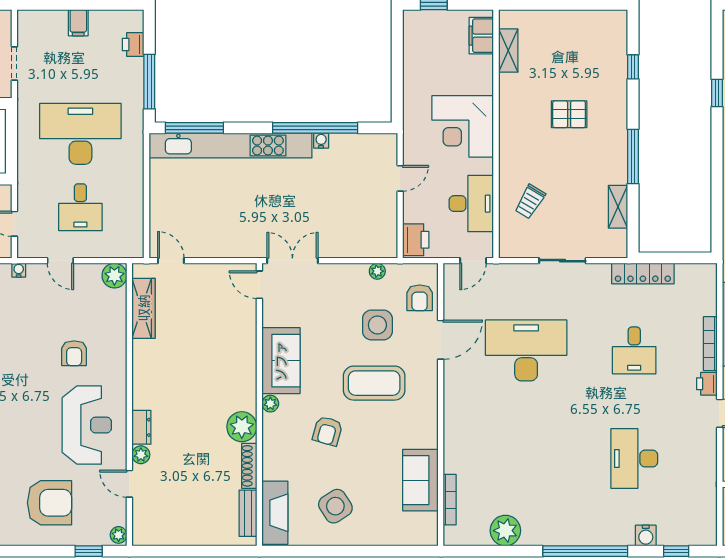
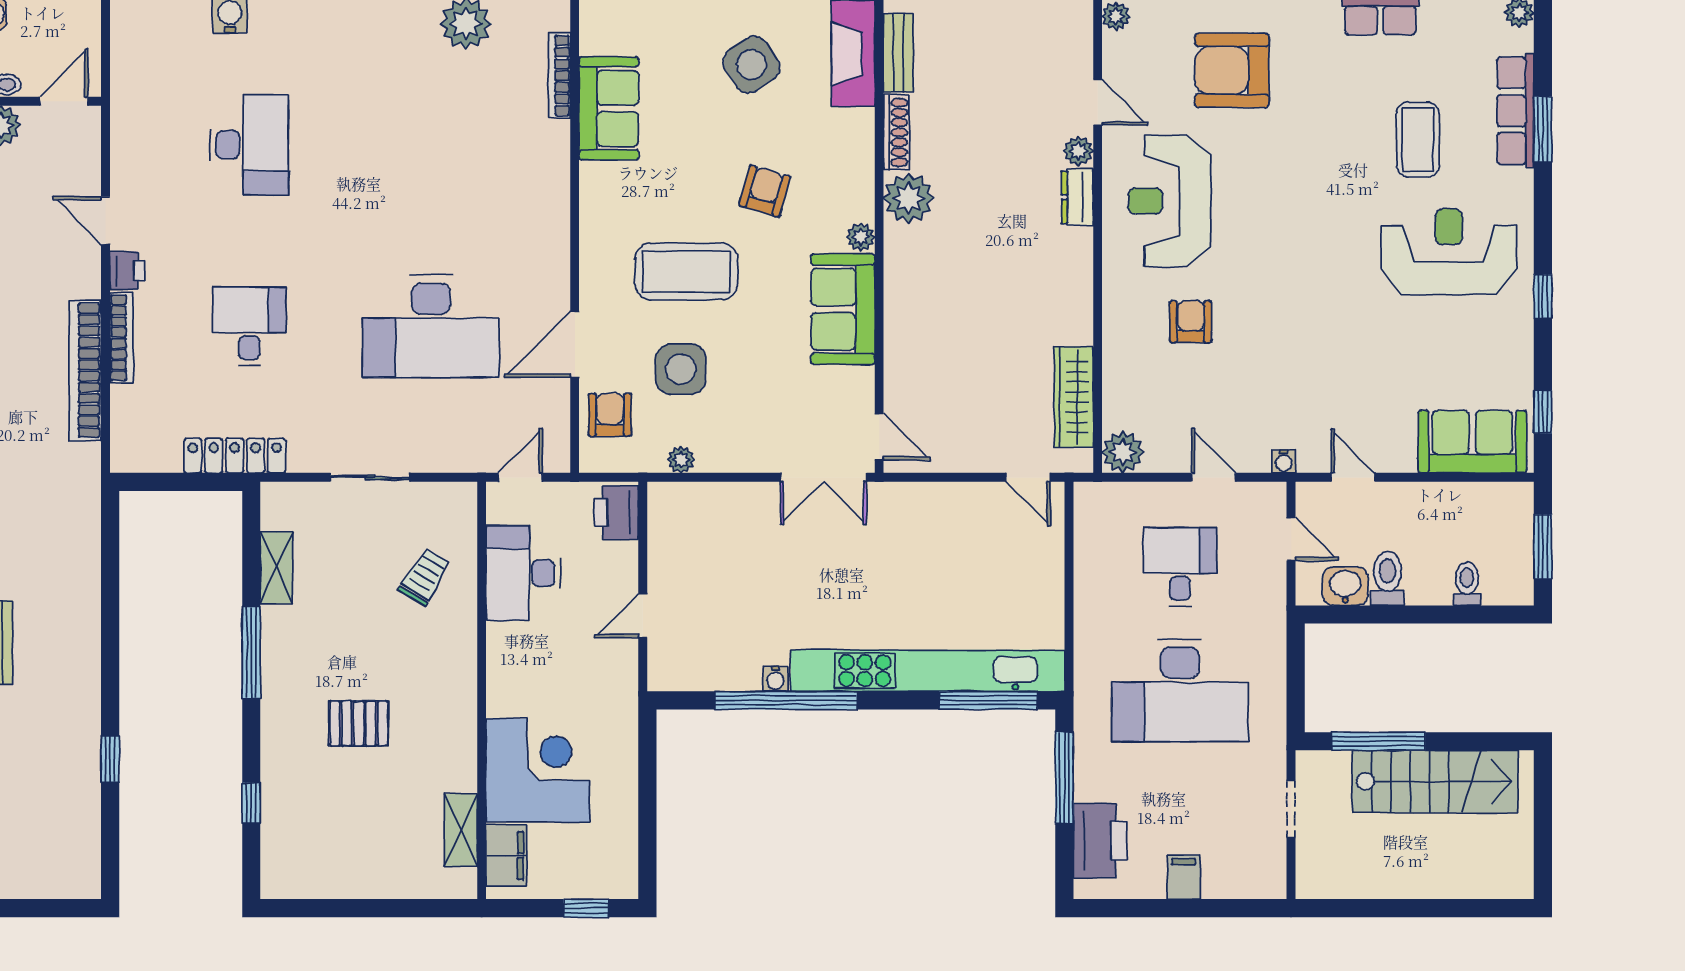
printer: (133, 45) -> (1100, 840), width x1.87, depth x1.48
corner desk: (463, 126) -> (537, 770), moved

